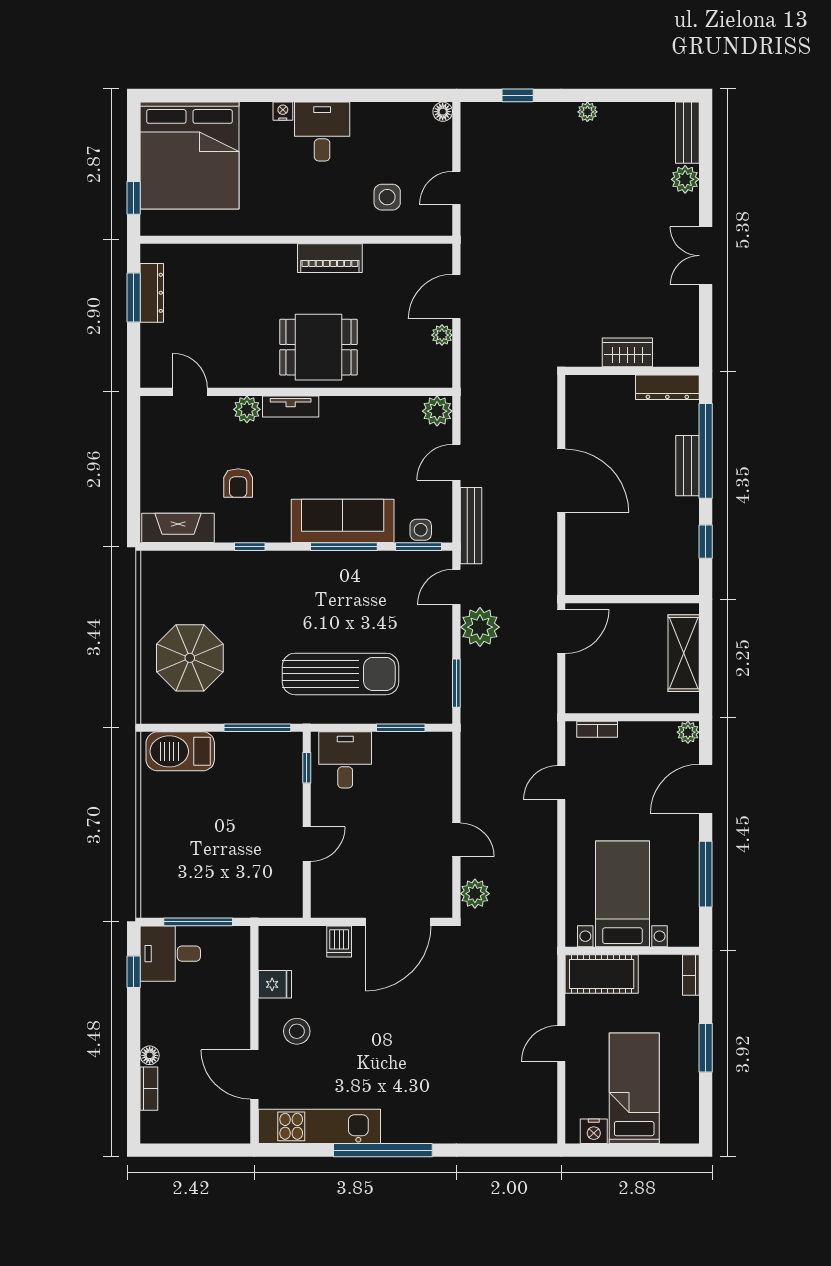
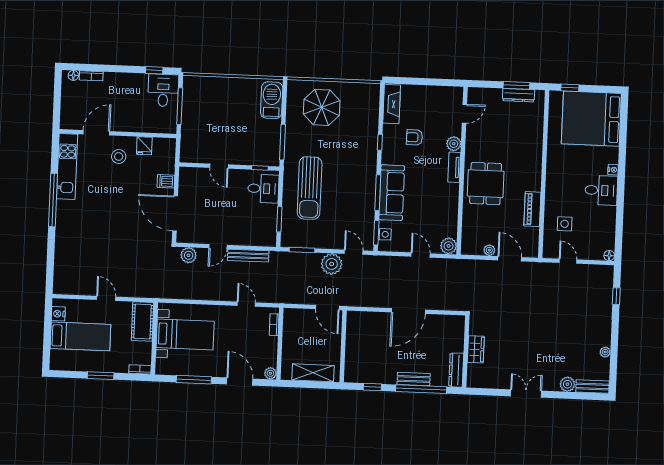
plant: (587, 112) -> (605, 352), moved
piano: (330, 258) -> (532, 209), moved
bench: (471, 526) -> (248, 256), moved
floor lamp: (150, 1055) -> (73, 75), moved

